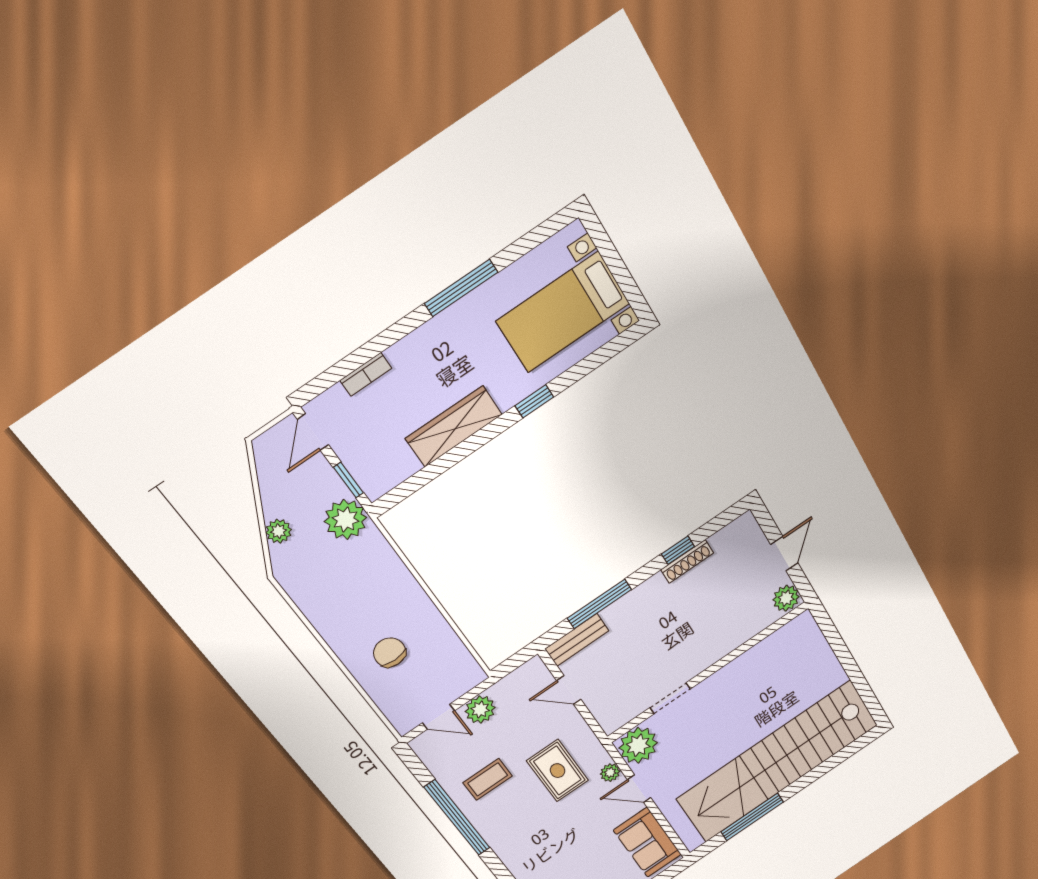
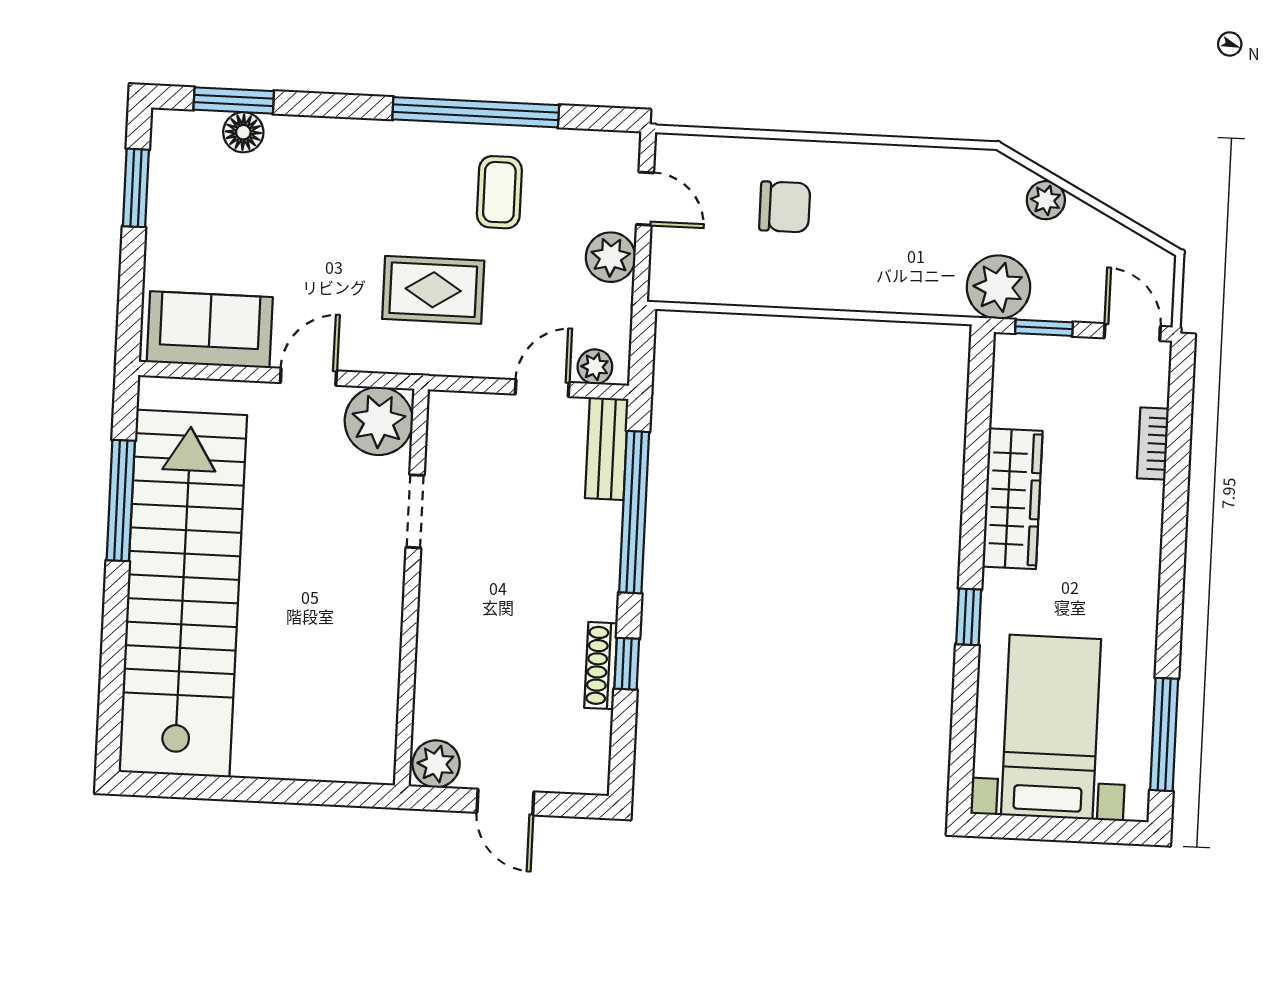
window: (461, 288) -> (1164, 734), moved
window: (599, 604) -> (634, 512), width x1.46
door: (438, 717) -> (645, 199), swing flipped
plant: (610, 773) -> (595, 367), moved

